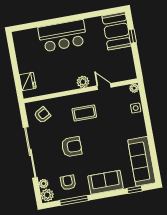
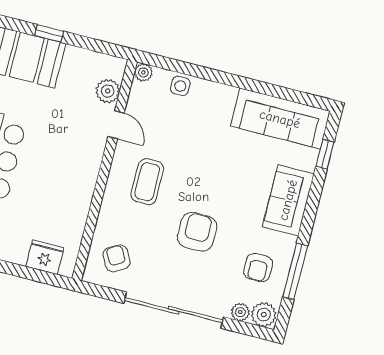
plant: (83, 82) -> (108, 91), moved
door: (104, 86) -> (116, 125), swing flipped
armchair: (68, 183) -> (258, 267), turned -90

